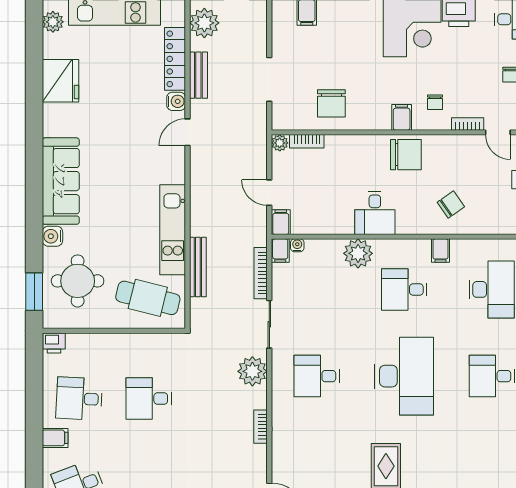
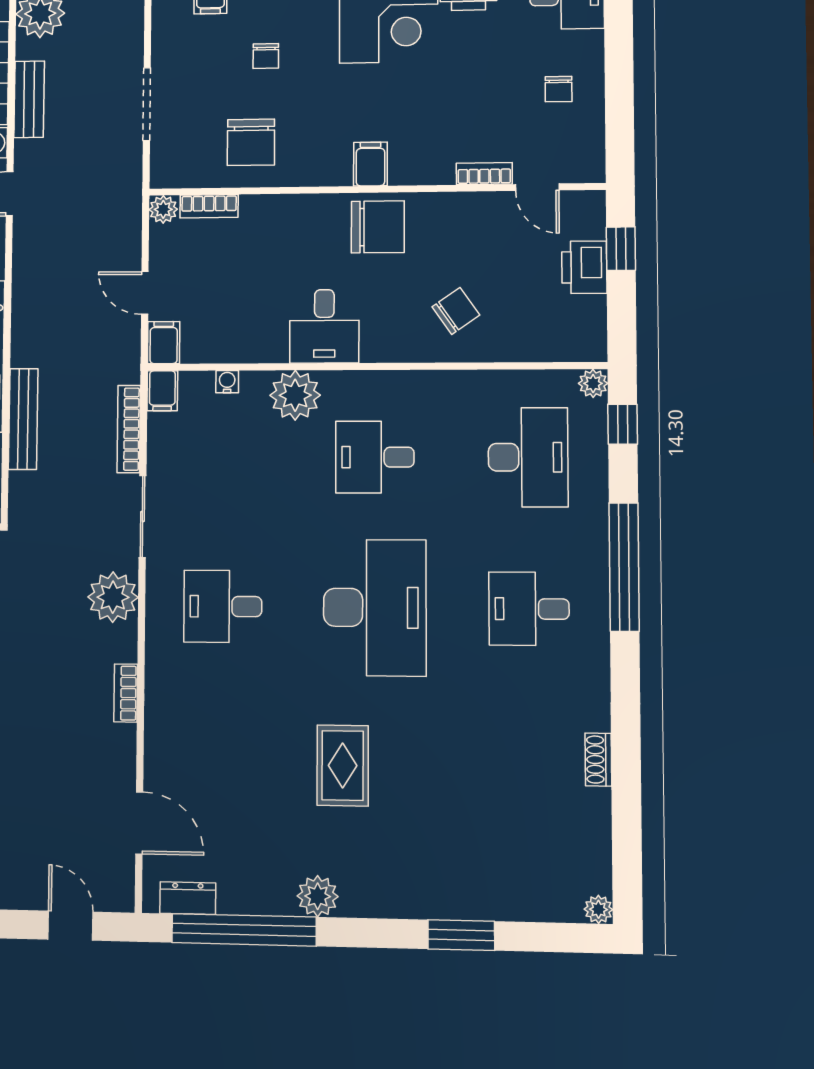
chair: (435, 102) -> (266, 56), moved
water cooler: (297, 245) -> (227, 382), moved
filing cabinet: (440, 251) -> (438, 390), removed

